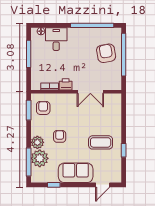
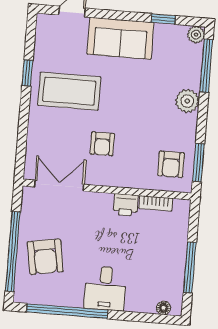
desk: (56, 39) -> (105, 288), moved
double door: (90, 92) -> (59, 186), moved
armchair: (60, 136) -> (102, 144), moved
coffee table: (101, 142) -> (69, 91), width x1.36, depth x1.32
plant: (40, 158) -> (196, 35), moved, width x0.53, depth x0.53

